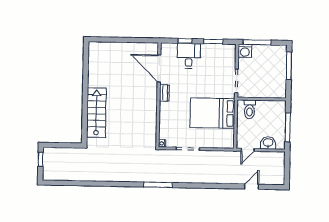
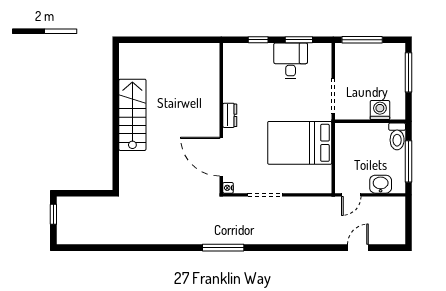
washing machine: (245, 51) -> (380, 110), moved, turned 180
desk: (189, 56) -> (291, 61), moved
door: (159, 68) -> (221, 157), moved
toilet: (250, 109) -> (397, 136), moved
stairs: (96, 113) -> (132, 115), moved

